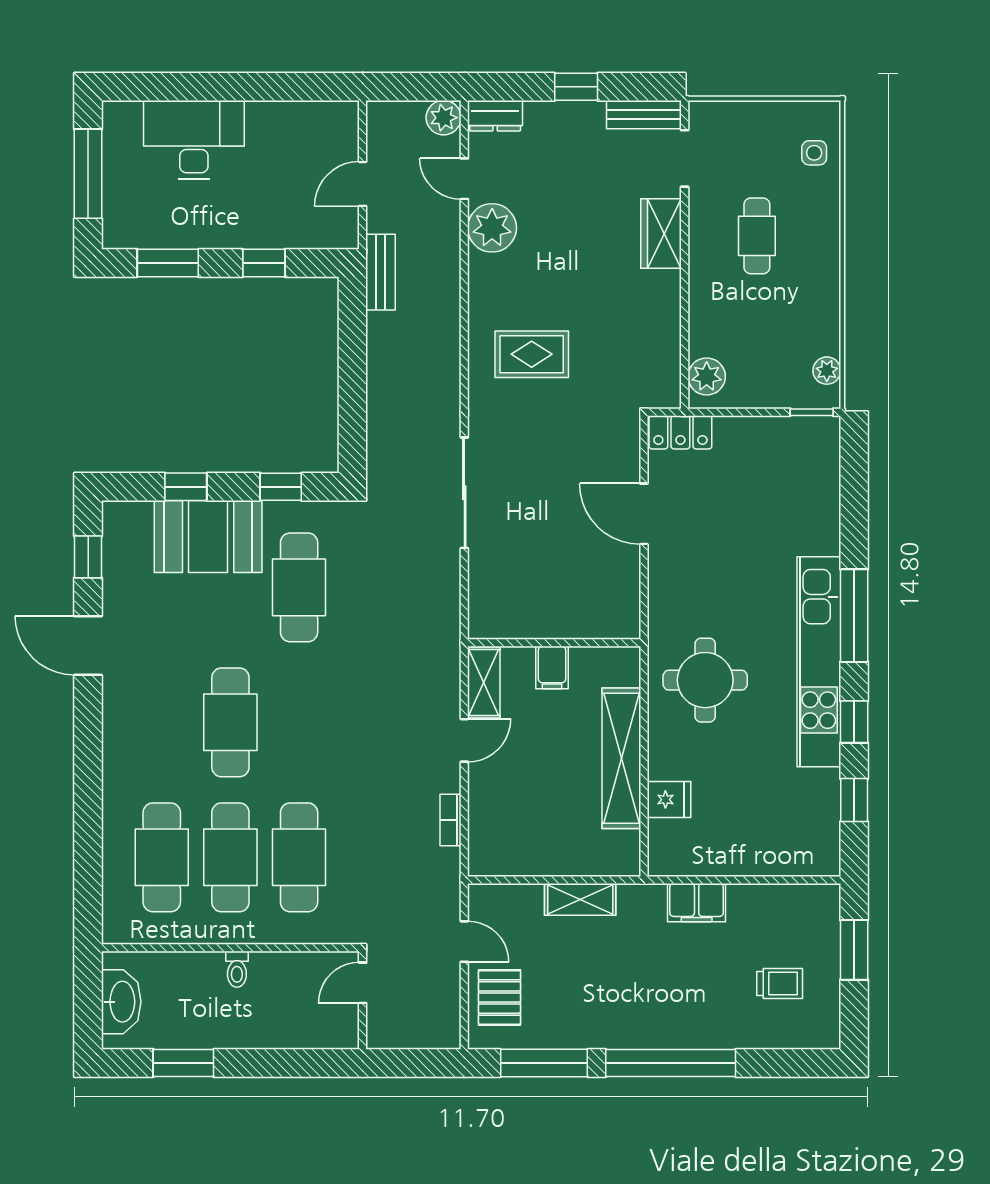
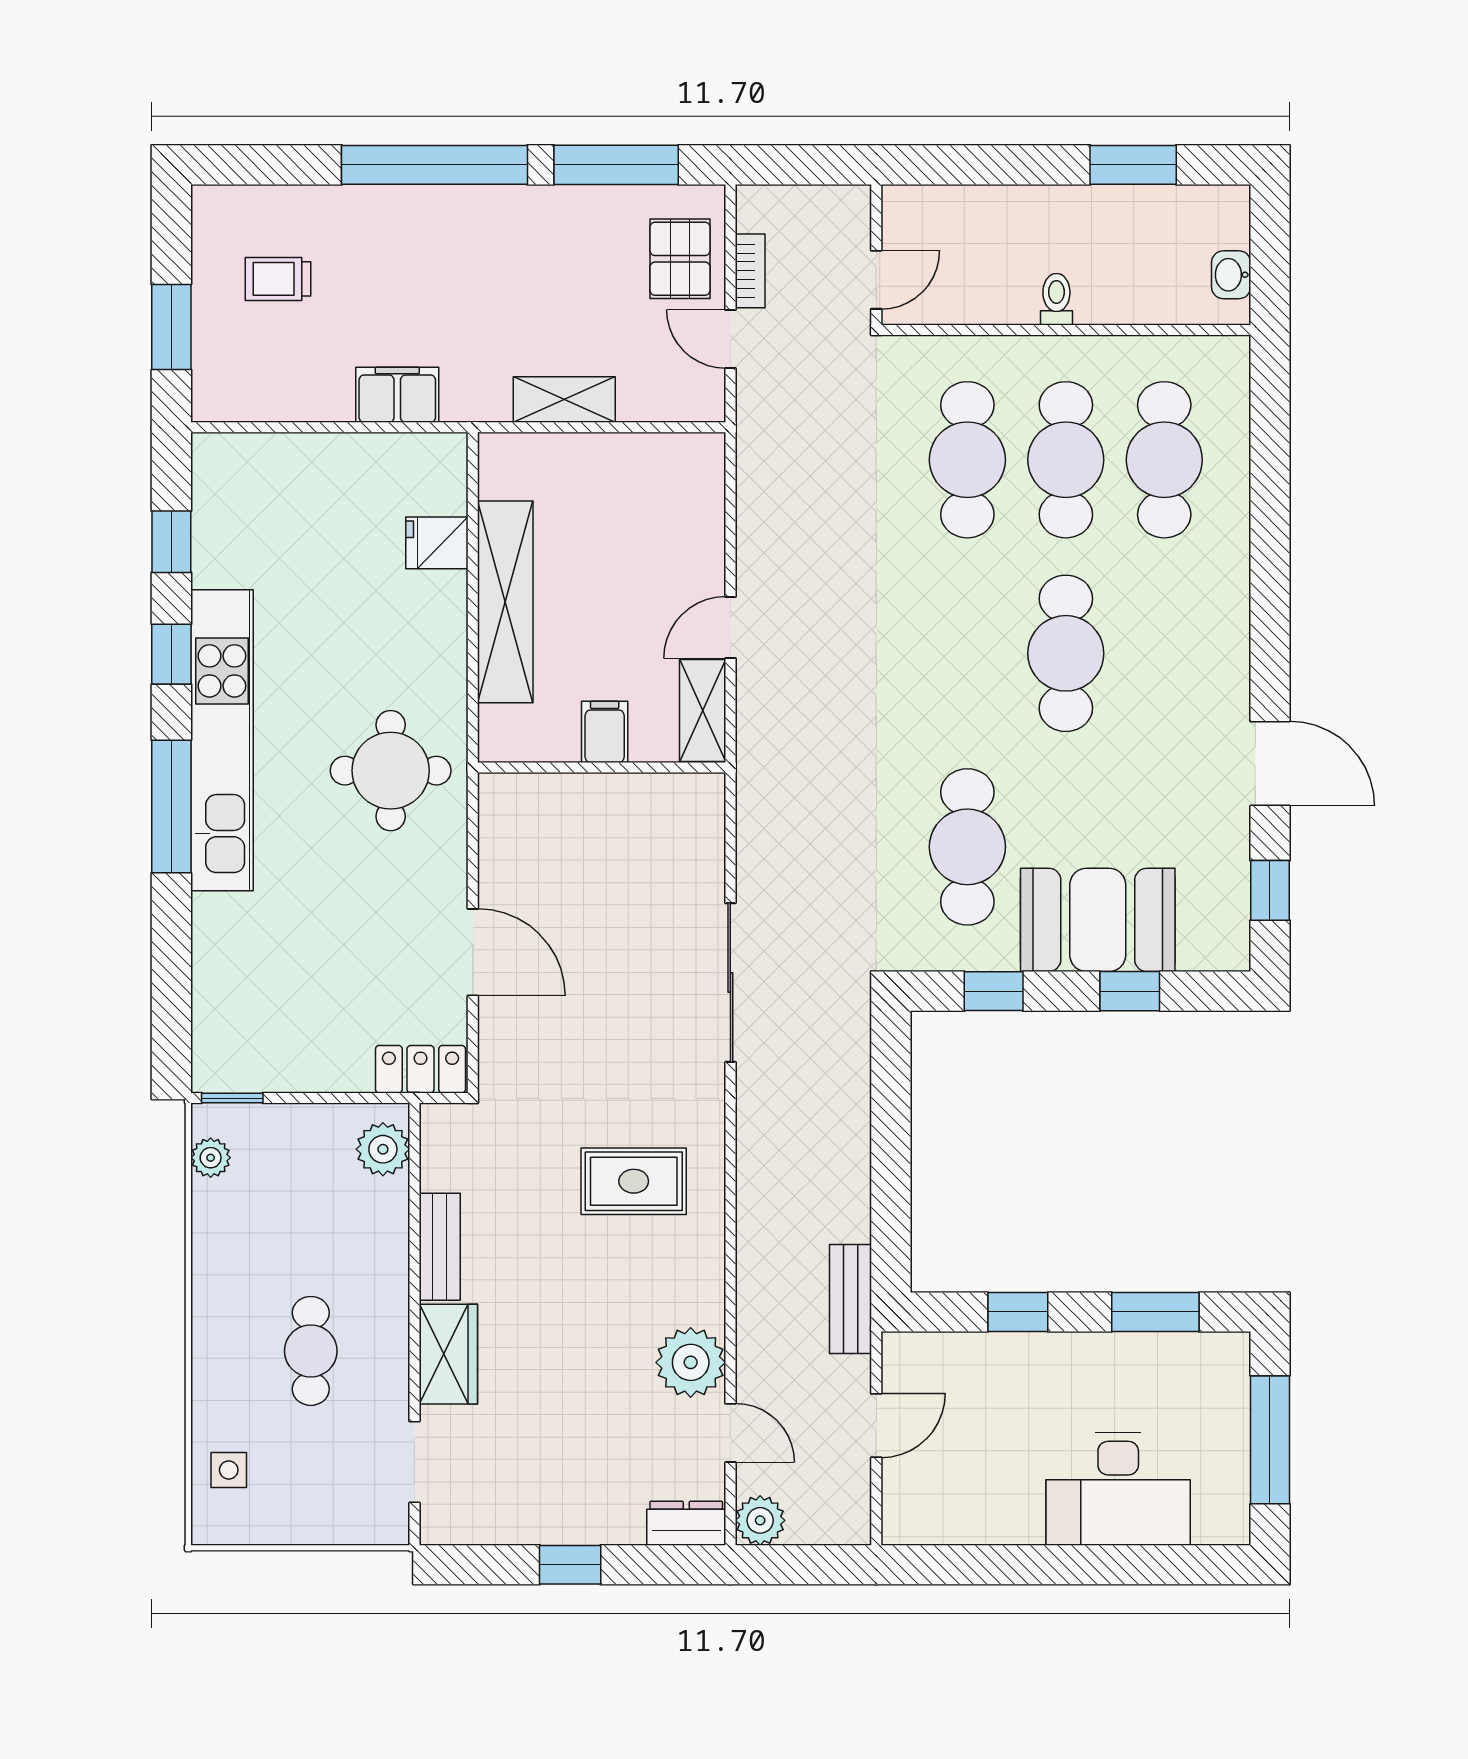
bench: (644, 115) -> (440, 1247), moved, turned 90
round table: (705, 680) -> (391, 771), moved
bookcase: (451, 820) -> (750, 271), moved
washbasin: (121, 1002) -> (1231, 275), width x0.52, depth x0.69

